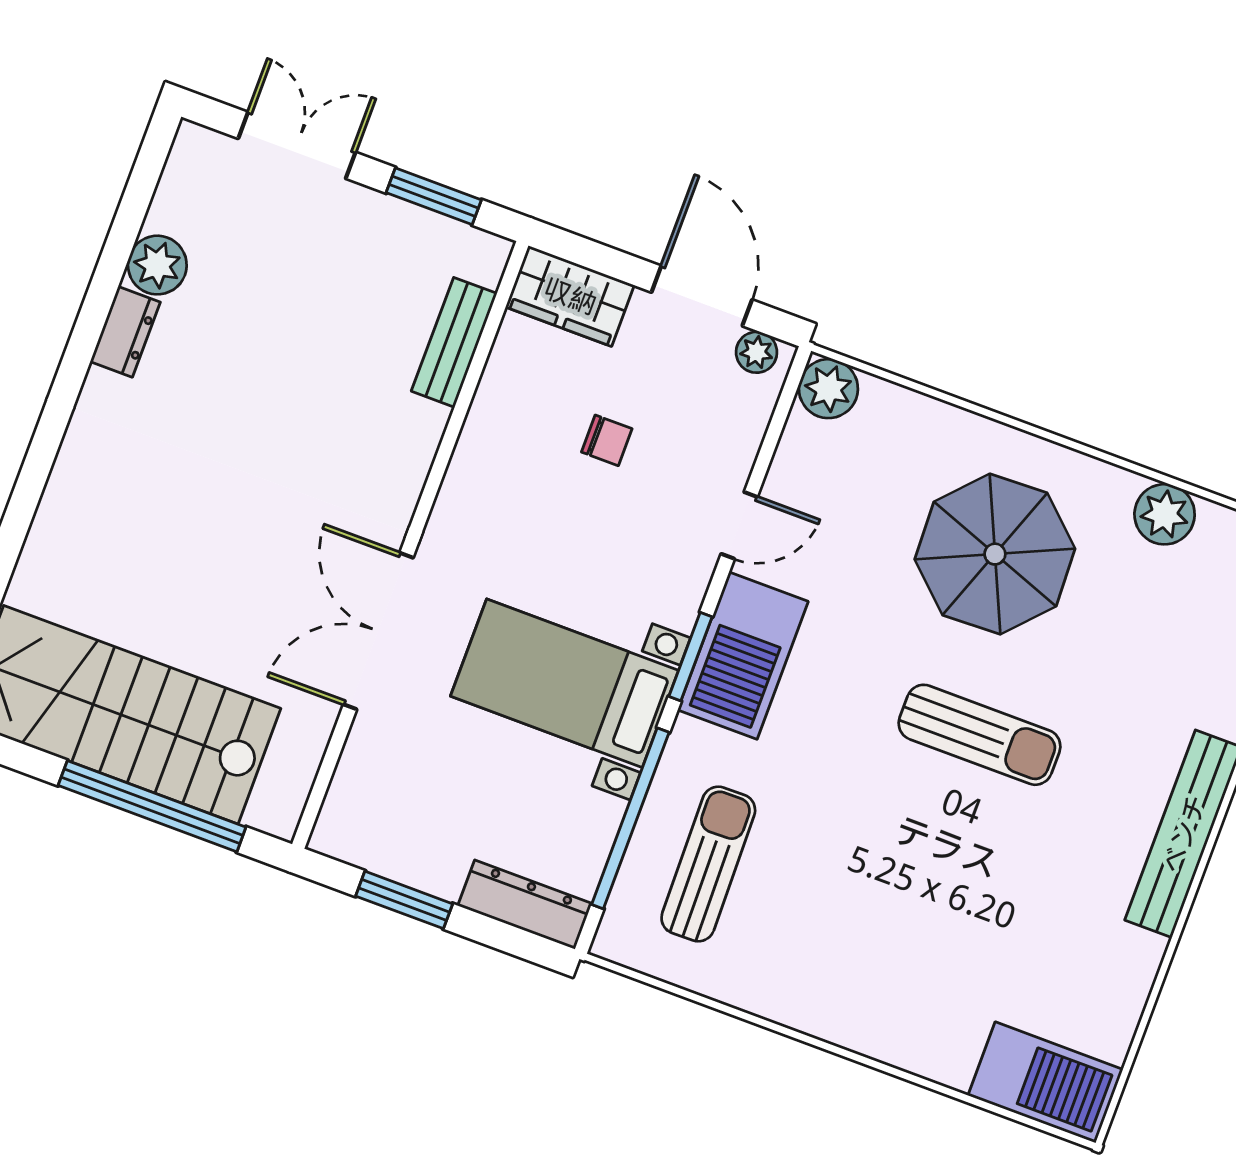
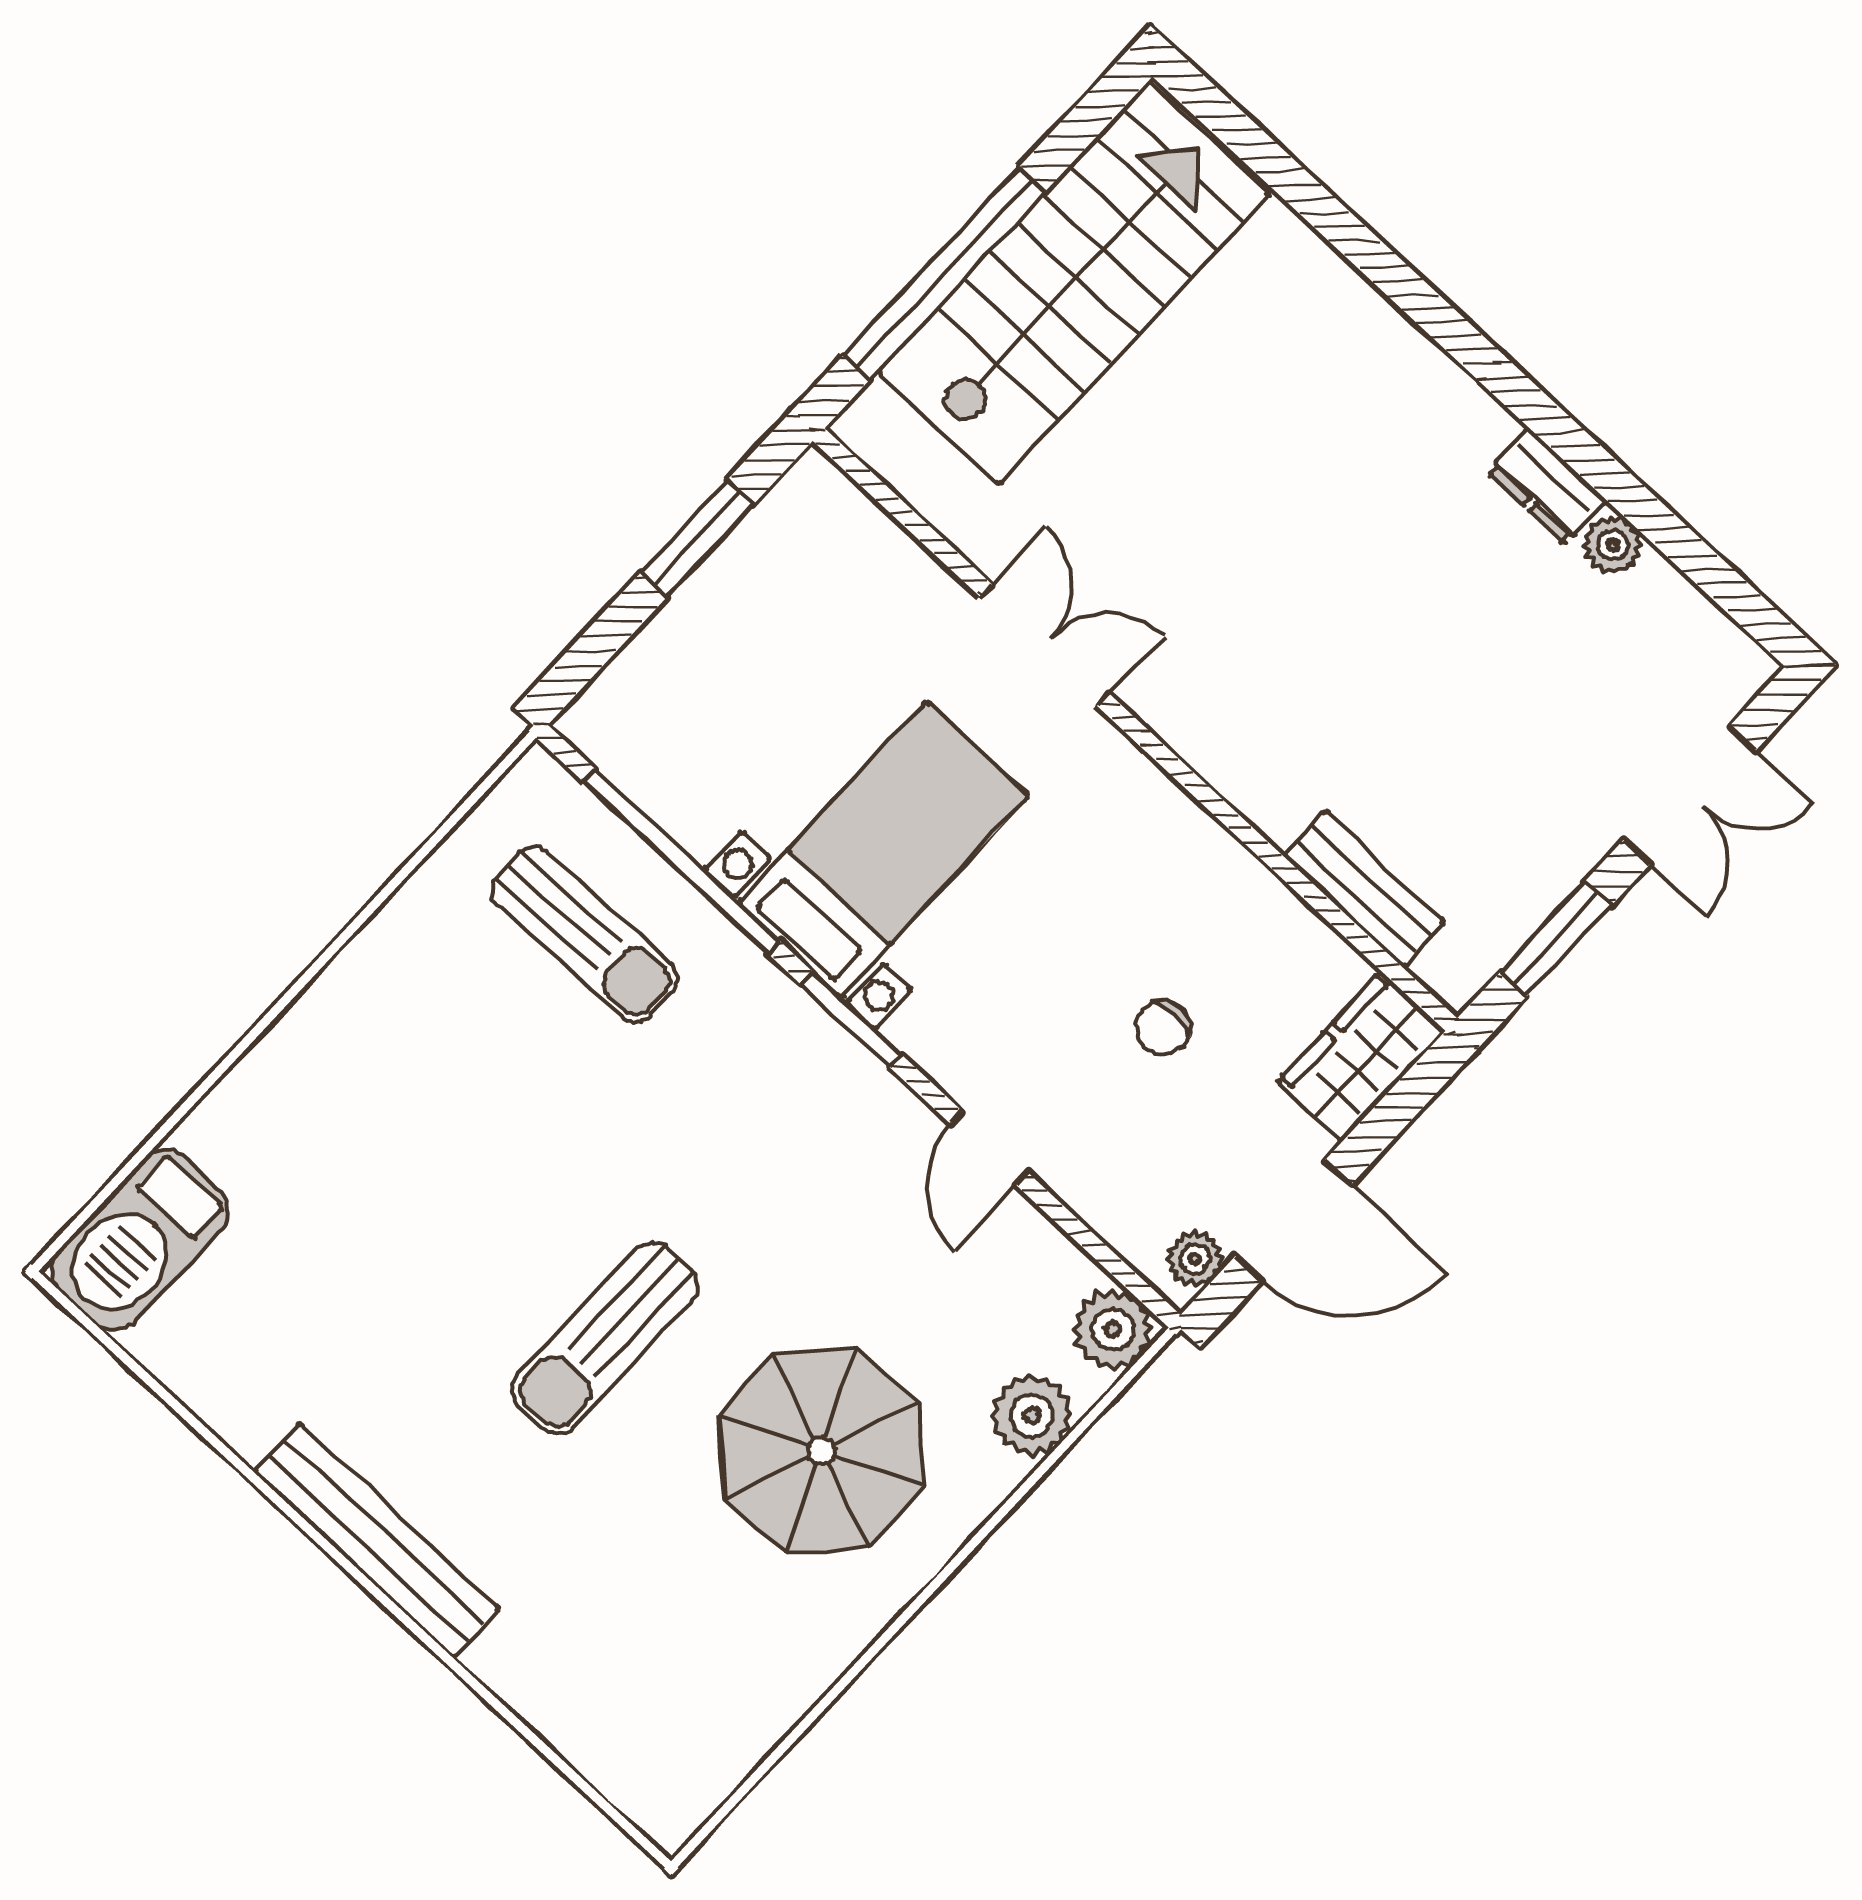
plant: (157, 265) -> (1613, 545), width x0.73, depth x0.73
plant: (1165, 514) -> (1032, 1415), moved
double door: (378, 631) -> (1045, 645), width x0.73
barbecue: (743, 656) -> (826, 1085), removed
dresser: (525, 905) -> (629, 686), removed

